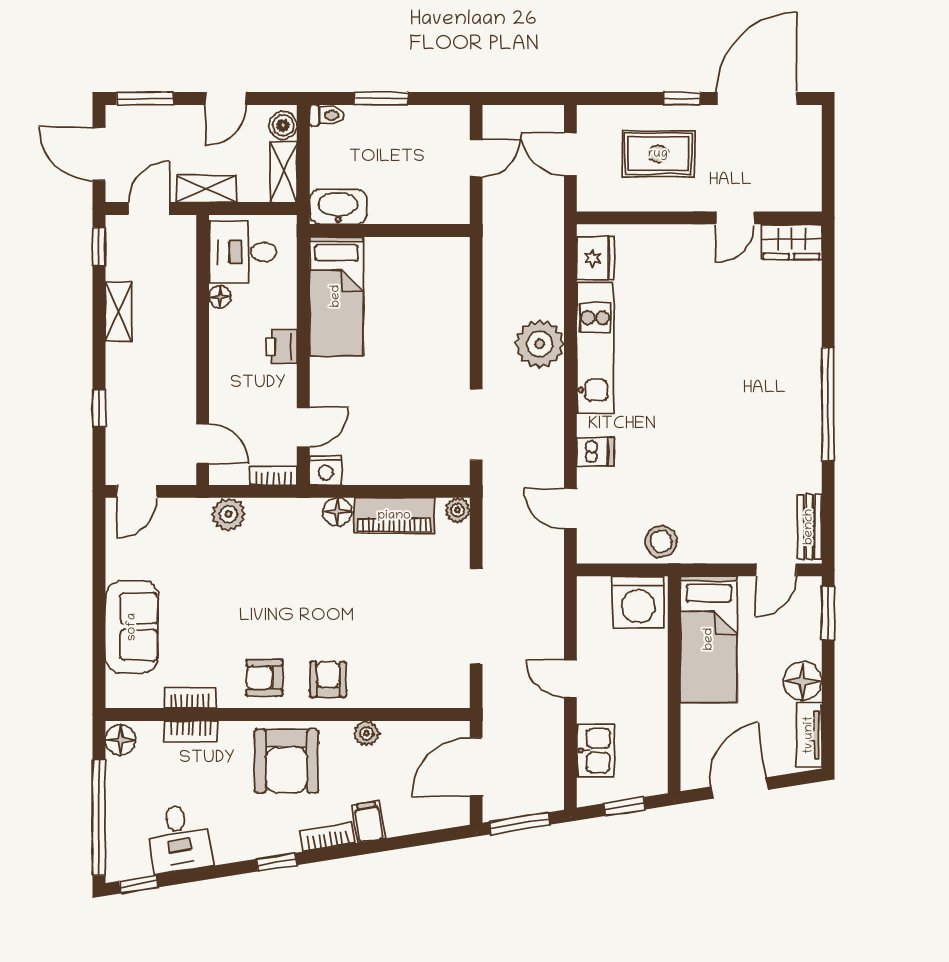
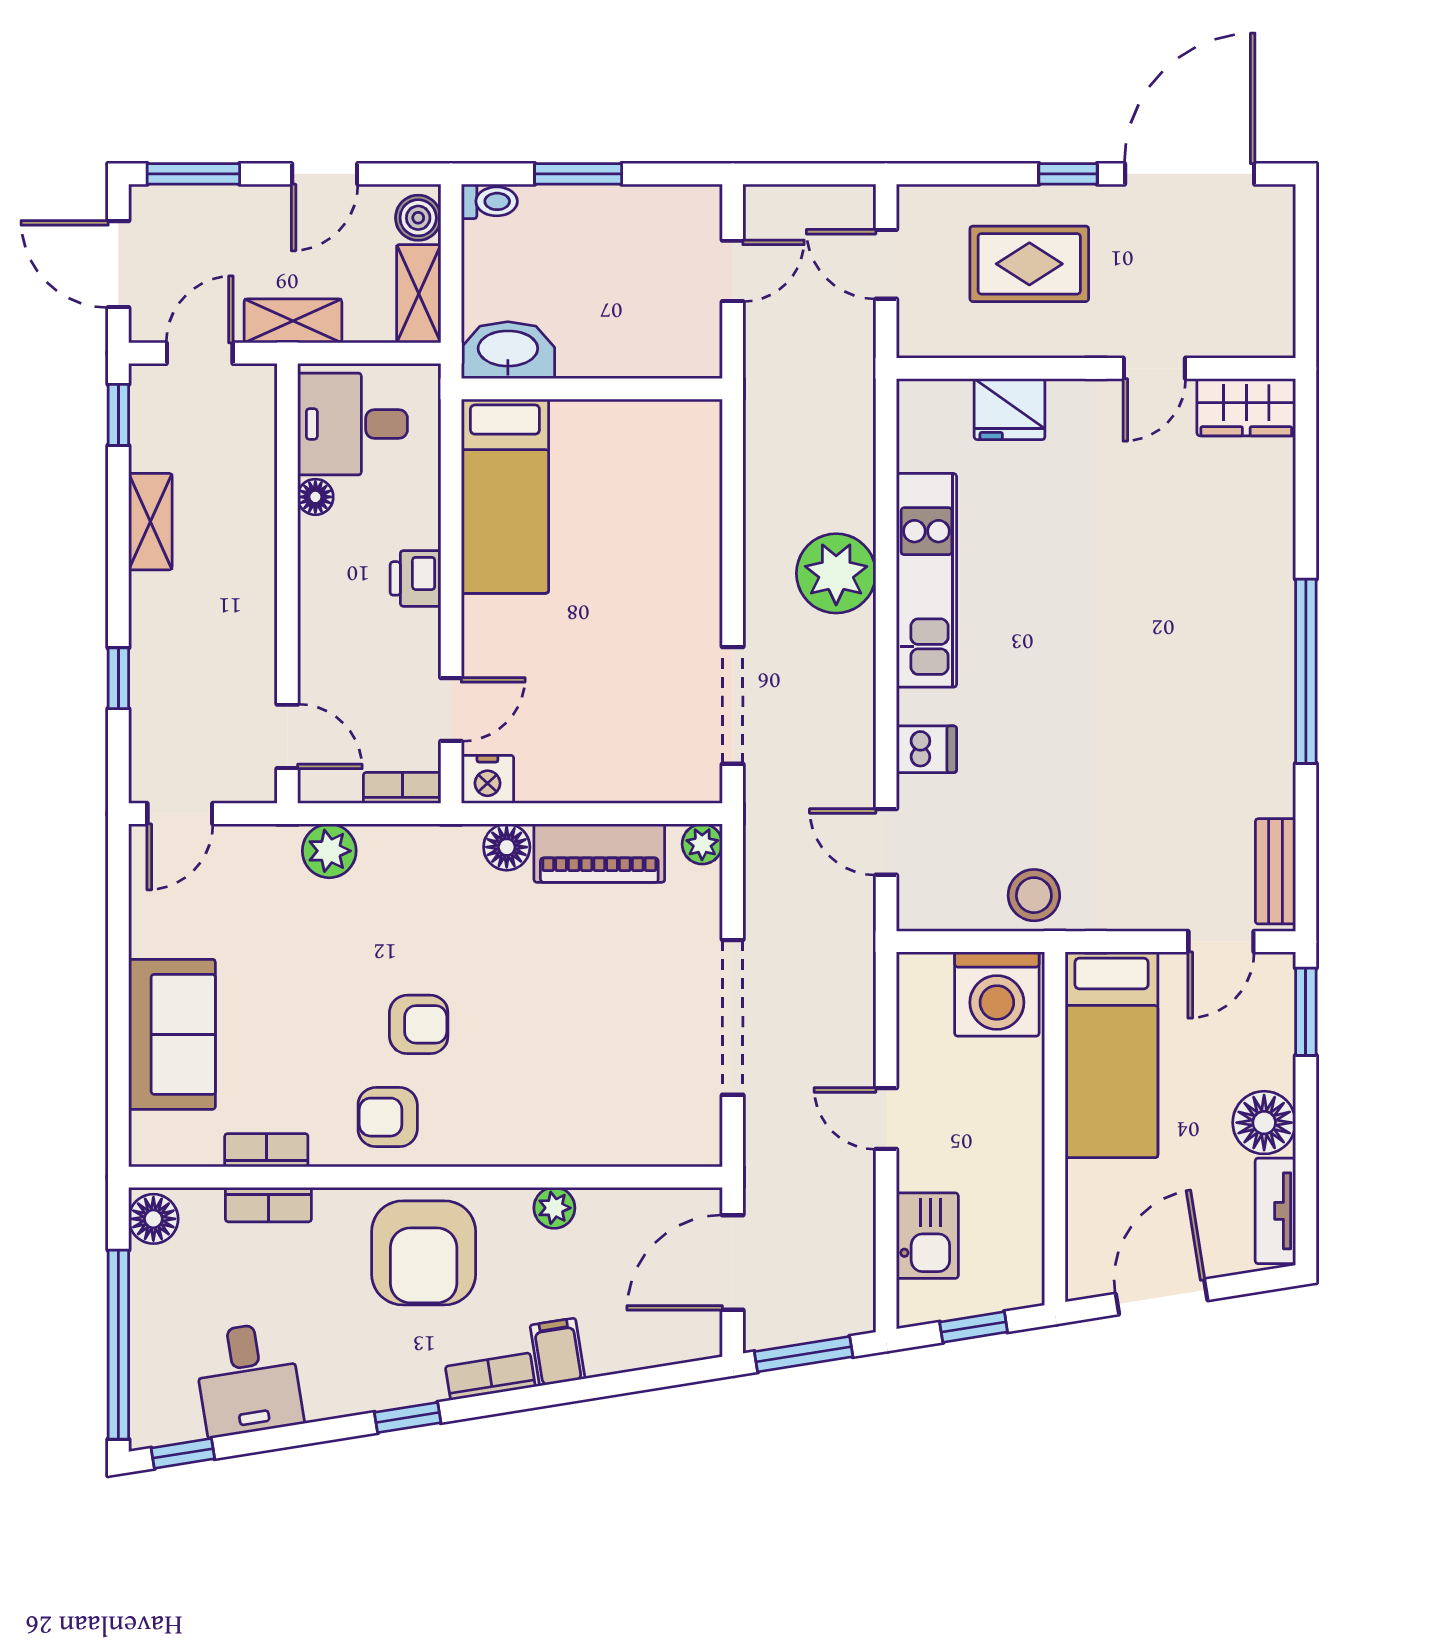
fridge: (595, 258) -> (1010, 409), moved, turned 90
armchair: (328, 679) -> (419, 1024), moved, turned 90

